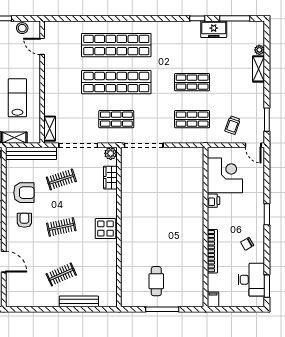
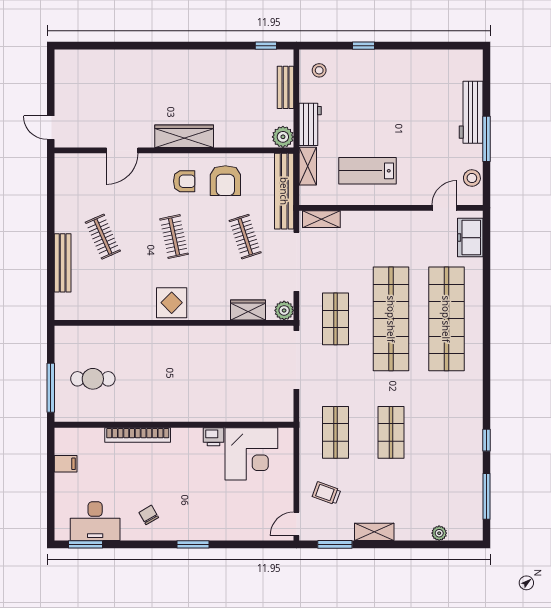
freezer: (214, 29) -> (470, 238), moved
shelving: (258, 69) -> (374, 532), moved
lab bench: (17, 98) -> (368, 171), turned 180
corner desk: (225, 175) -> (251, 454), moved
printer: (214, 201) -> (214, 437), moved
wall: (206, 227) -> (174, 425), moved
bookcase: (212, 251) -> (138, 435), moved

